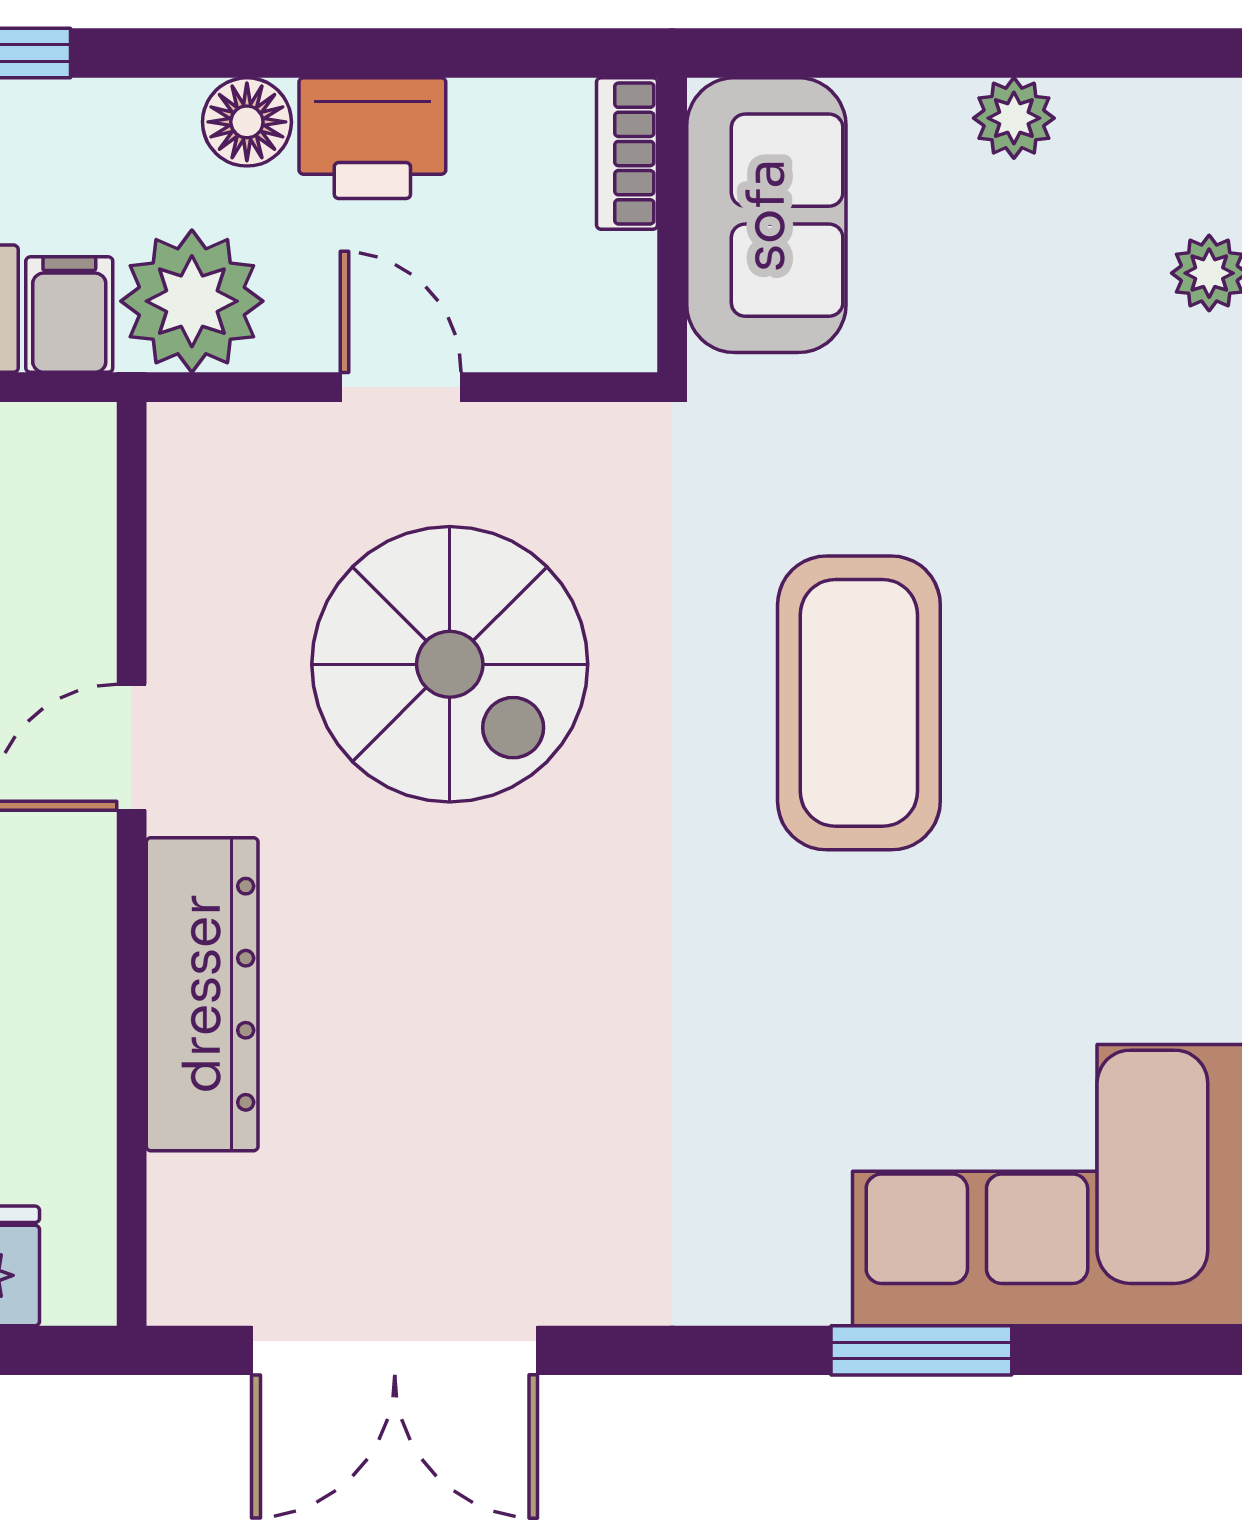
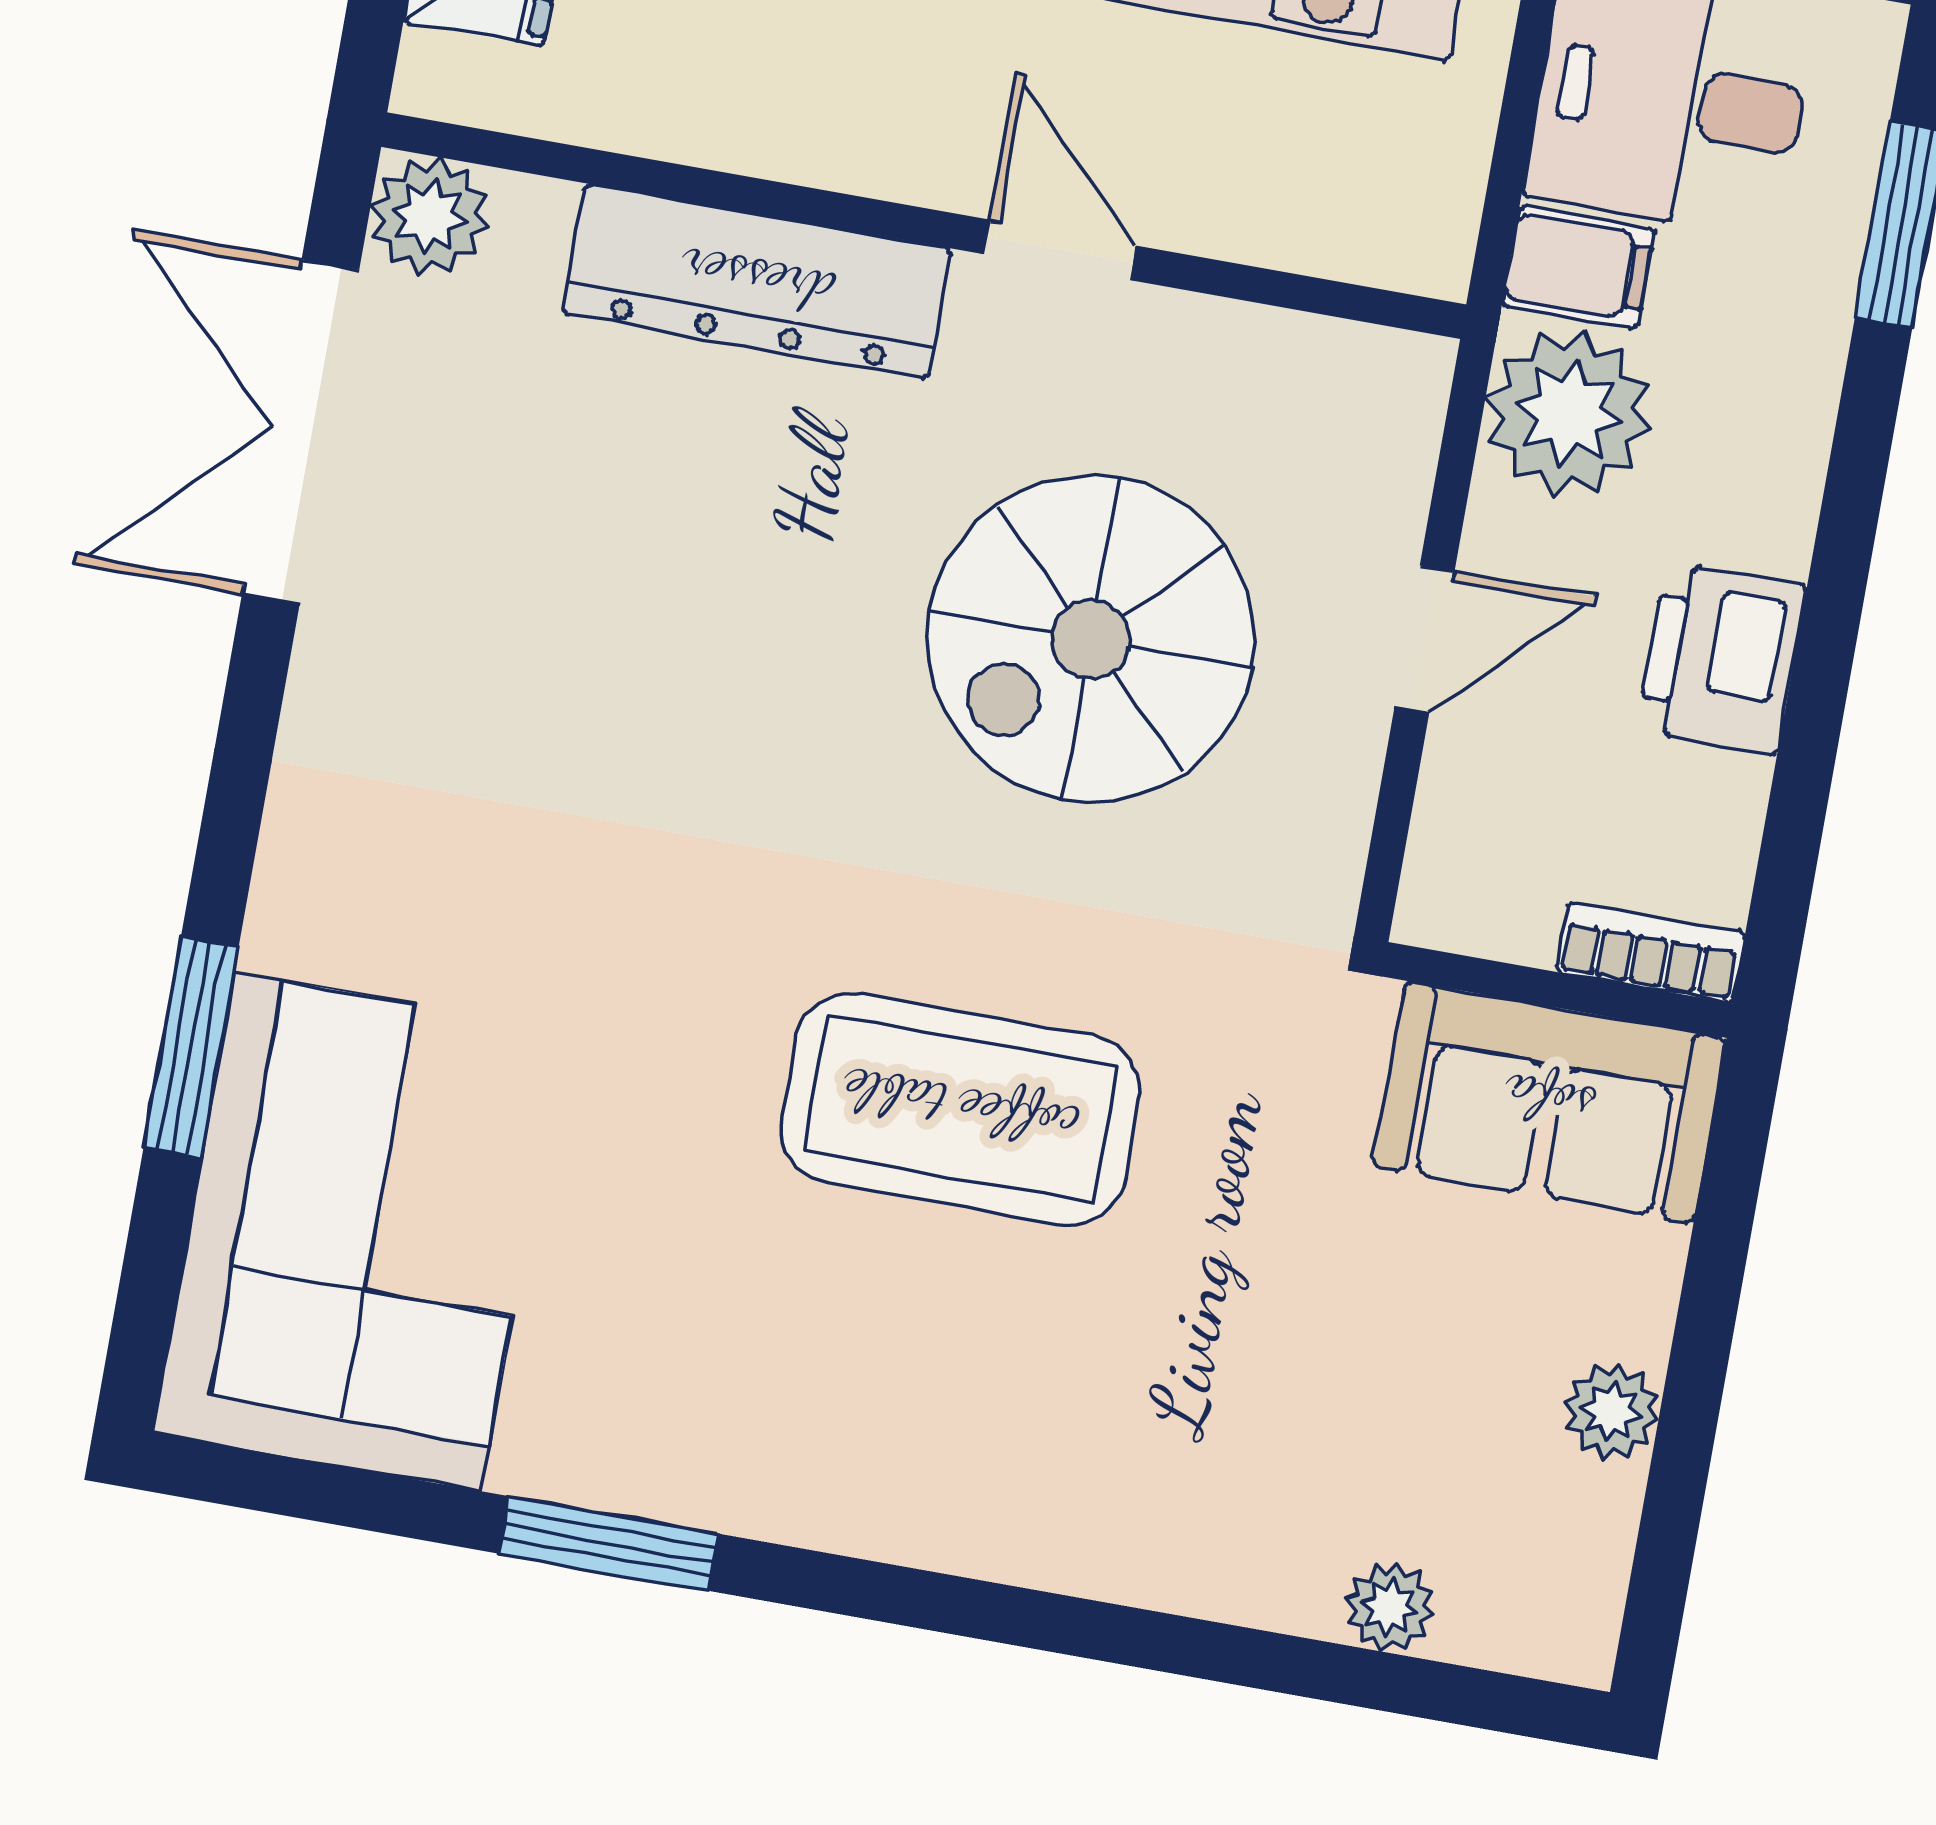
floor lamp: (247, 122) -> (1766, 515), removed
plant: (197, 1275) -> (429, 216), added

